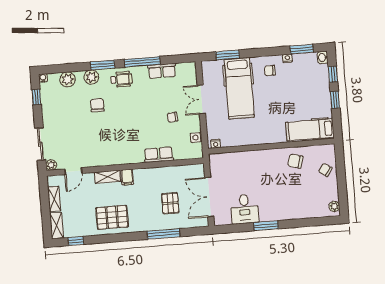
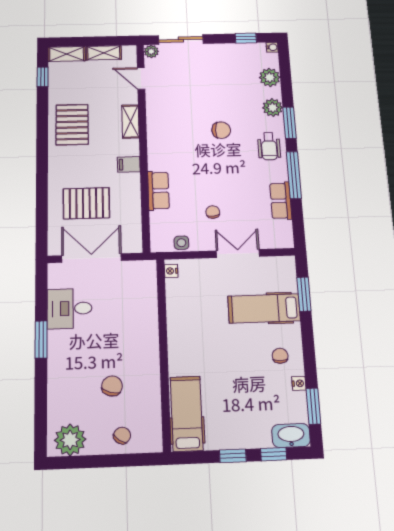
washbasin: (323, 57) -> (291, 436), width x1.91, depth x1.45
hospital bed: (239, 88) -> (264, 308), width x0.73, depth x0.78
chair: (97, 105) -> (221, 130), moved
chair: (295, 161) -> (112, 386), moved
filing cabinet: (127, 177) -> (129, 164), moved
pallet: (170, 203) -> (86, 203), width x1.50, depth x1.42
plant: (334, 206) -> (70, 440), width x1.87, depth x1.87
window: (163, 234) -> (42, 192), removed

